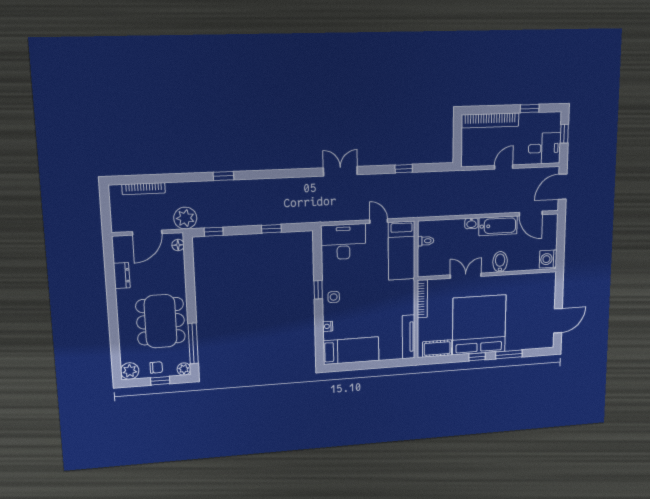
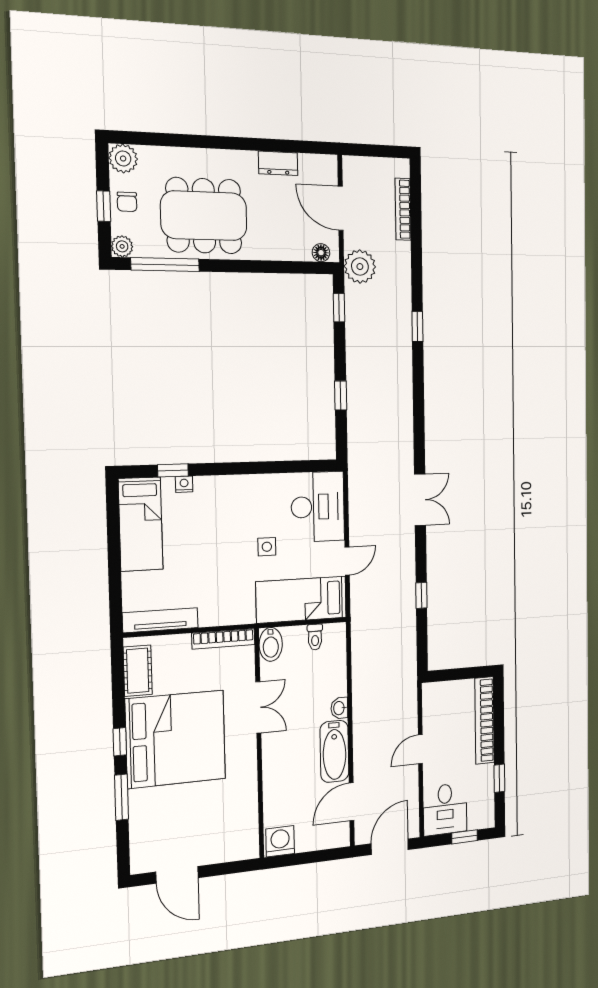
door: (504, 167) -> (420, 749), swing flipped
door: (563, 187) -> (390, 847), hinge flipped
bidet: (500, 262) -> (271, 644), moved, turned 90
window: (318, 290) -> (173, 470), moved
side table: (334, 297) -> (267, 547), moved

